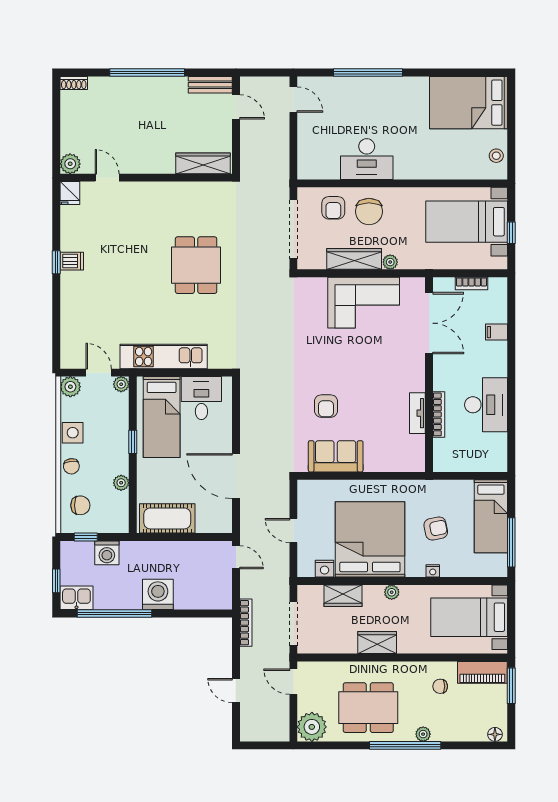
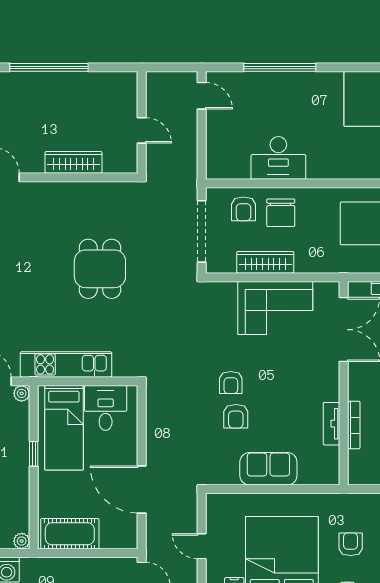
bench: (210, 85) -> (115, 80), removed
door: (236, 107) -> (142, 130), moved
wardrobe: (203, 163) -> (74, 162), moved
plant: (390, 262) -> (303, 266), removed
armchair: (321, 374) -> (231, 383), added
sofa: (336, 456) -> (268, 469), moved
plant: (121, 483) -> (22, 541), moved
armchair: (436, 529) -> (351, 544), turned -79

